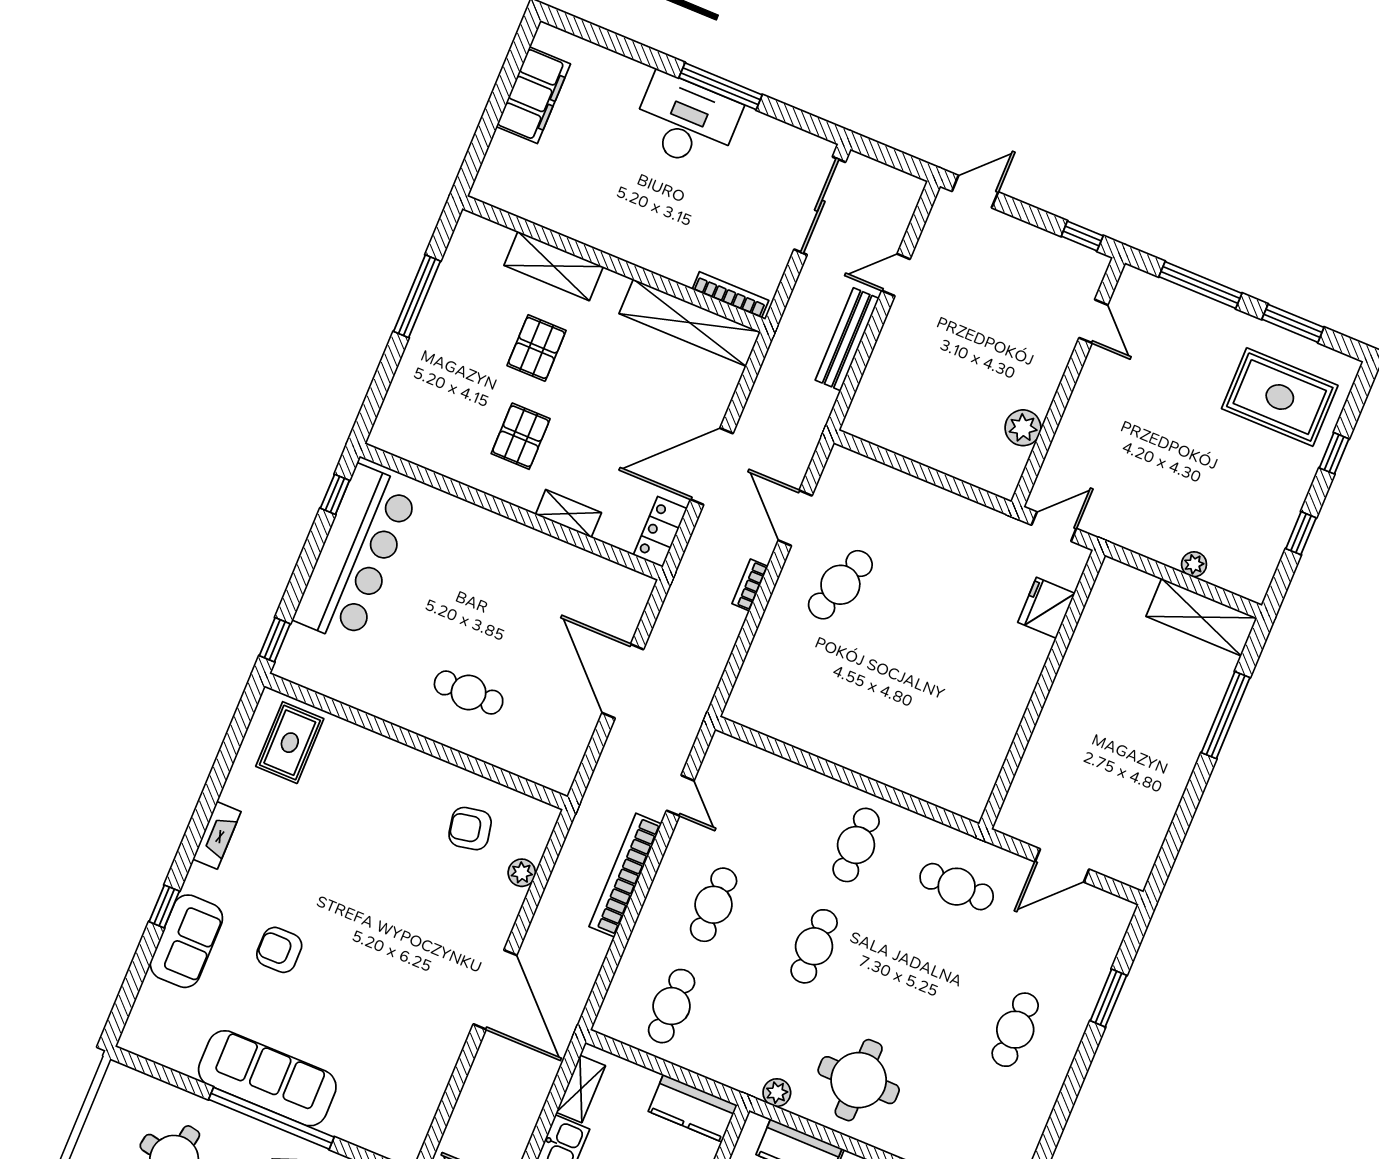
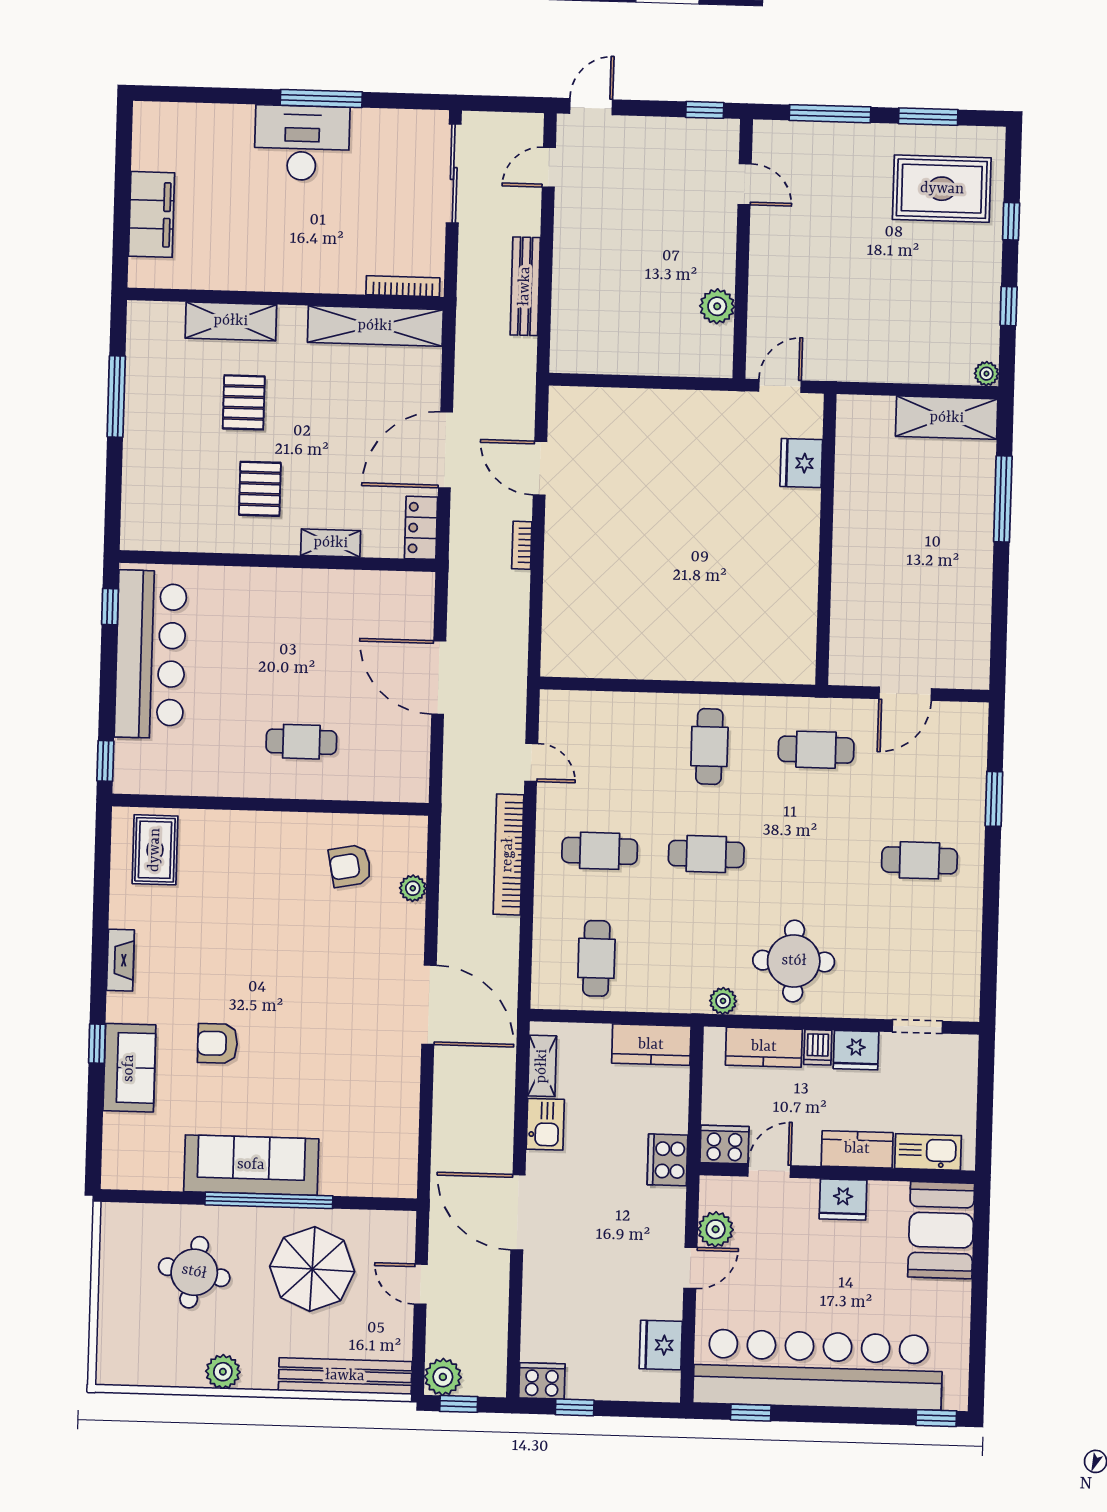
filing cabinet: (533, 95) -> (151, 214), moved
door: (896, 275) -> (549, 167), moved
plant: (1194, 564) -> (986, 374), moved
cafe table: (840, 585) -> (605, 514), removed
cafe table: (714, 905) -> (600, 851), turned 90
cafe table: (814, 946) -> (706, 854), turned 90
cafe table: (1015, 1030) -> (919, 860), turned 90

